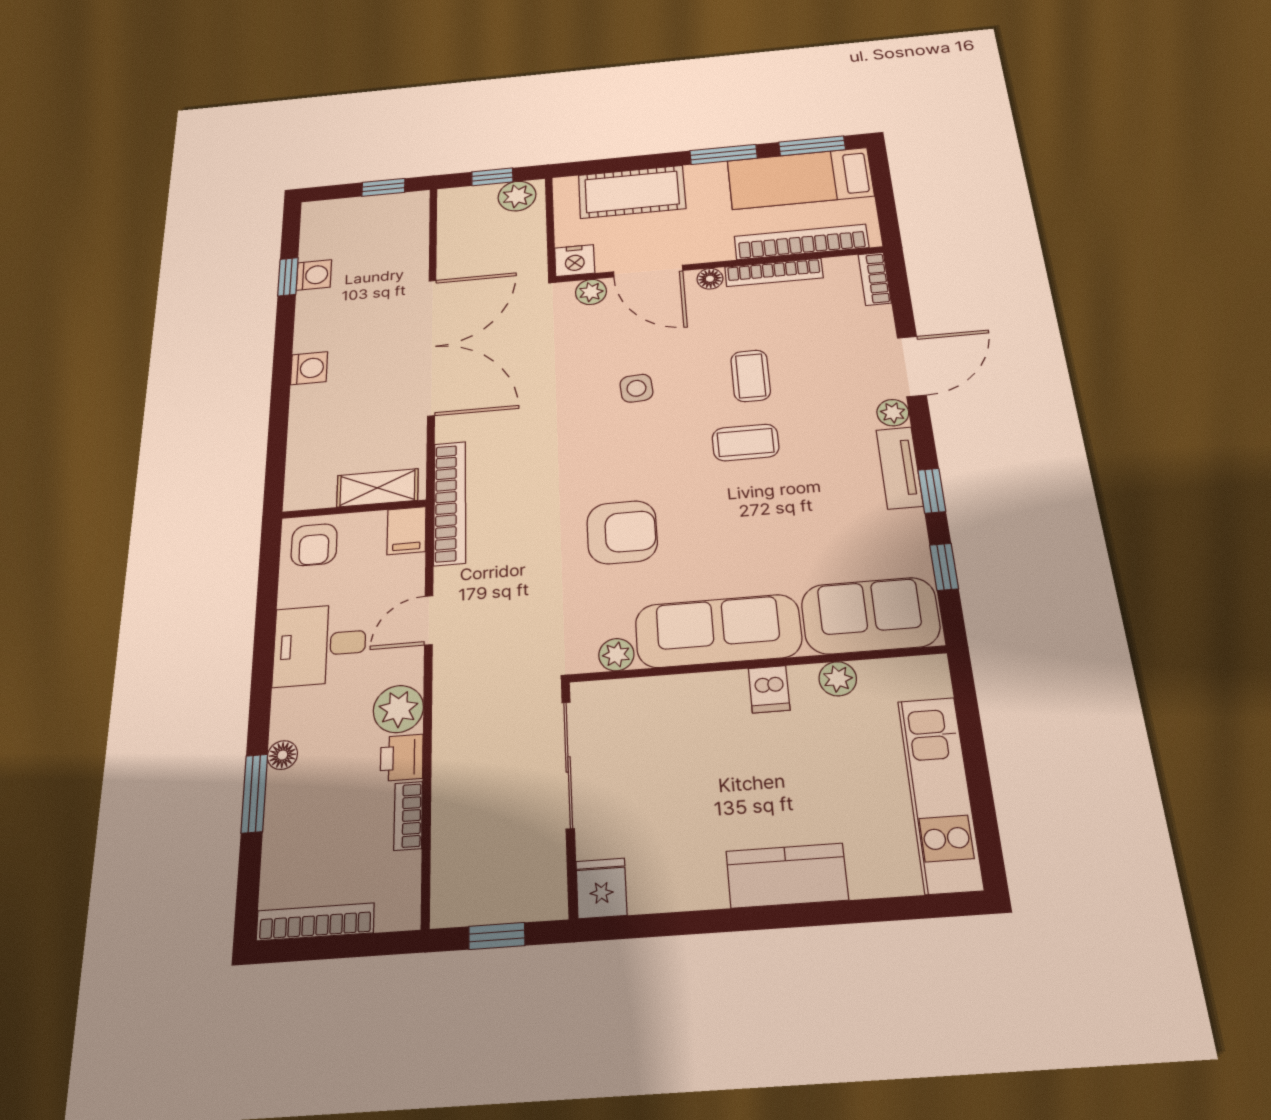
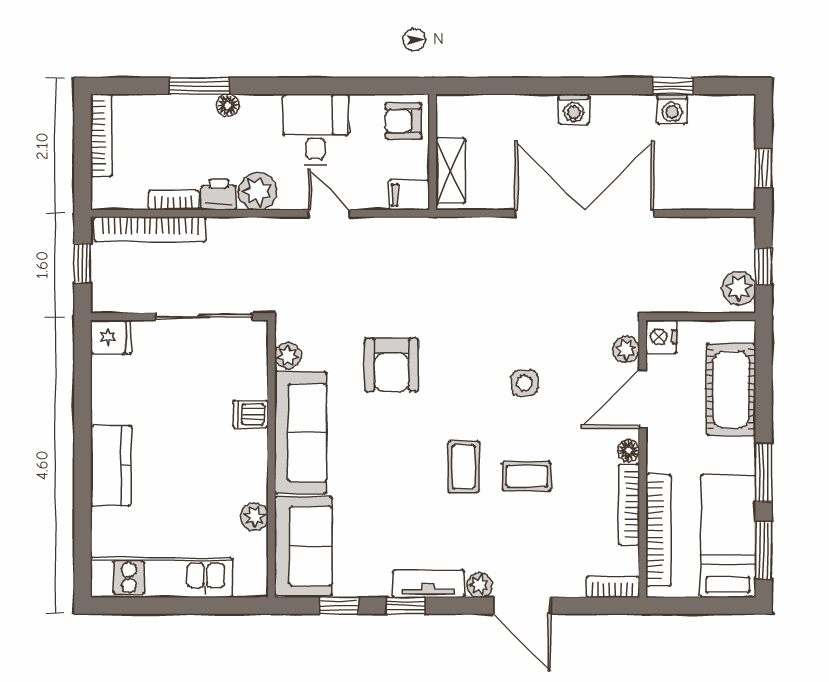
double door: (432, 347) -> (584, 213), swing flipped
bookcase: (450, 503) -> (150, 229), moved
dishwasher: (769, 689) -> (250, 414), moved

